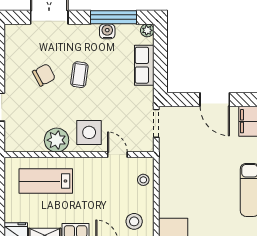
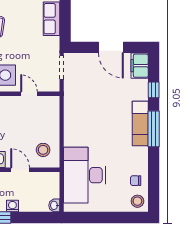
stool: (143, 180) -> (51, 115), removed

